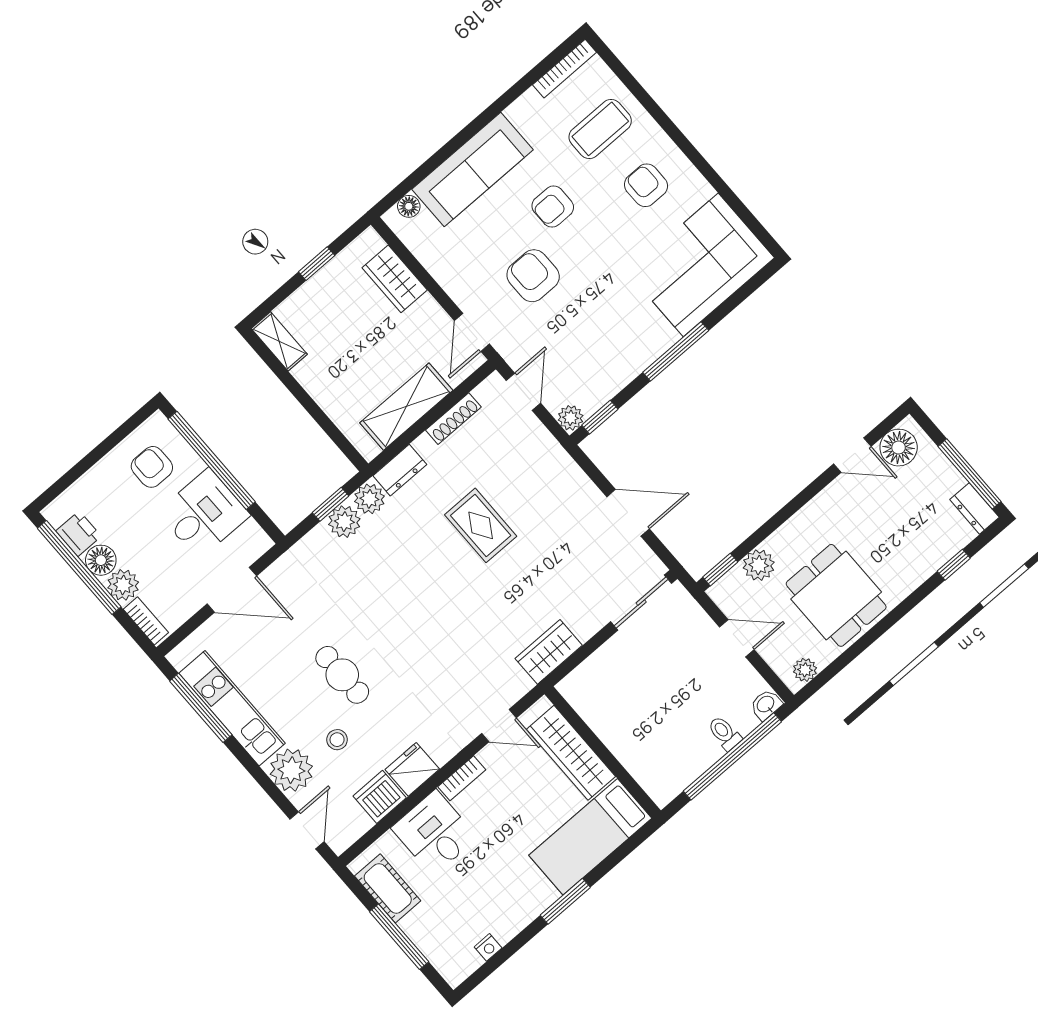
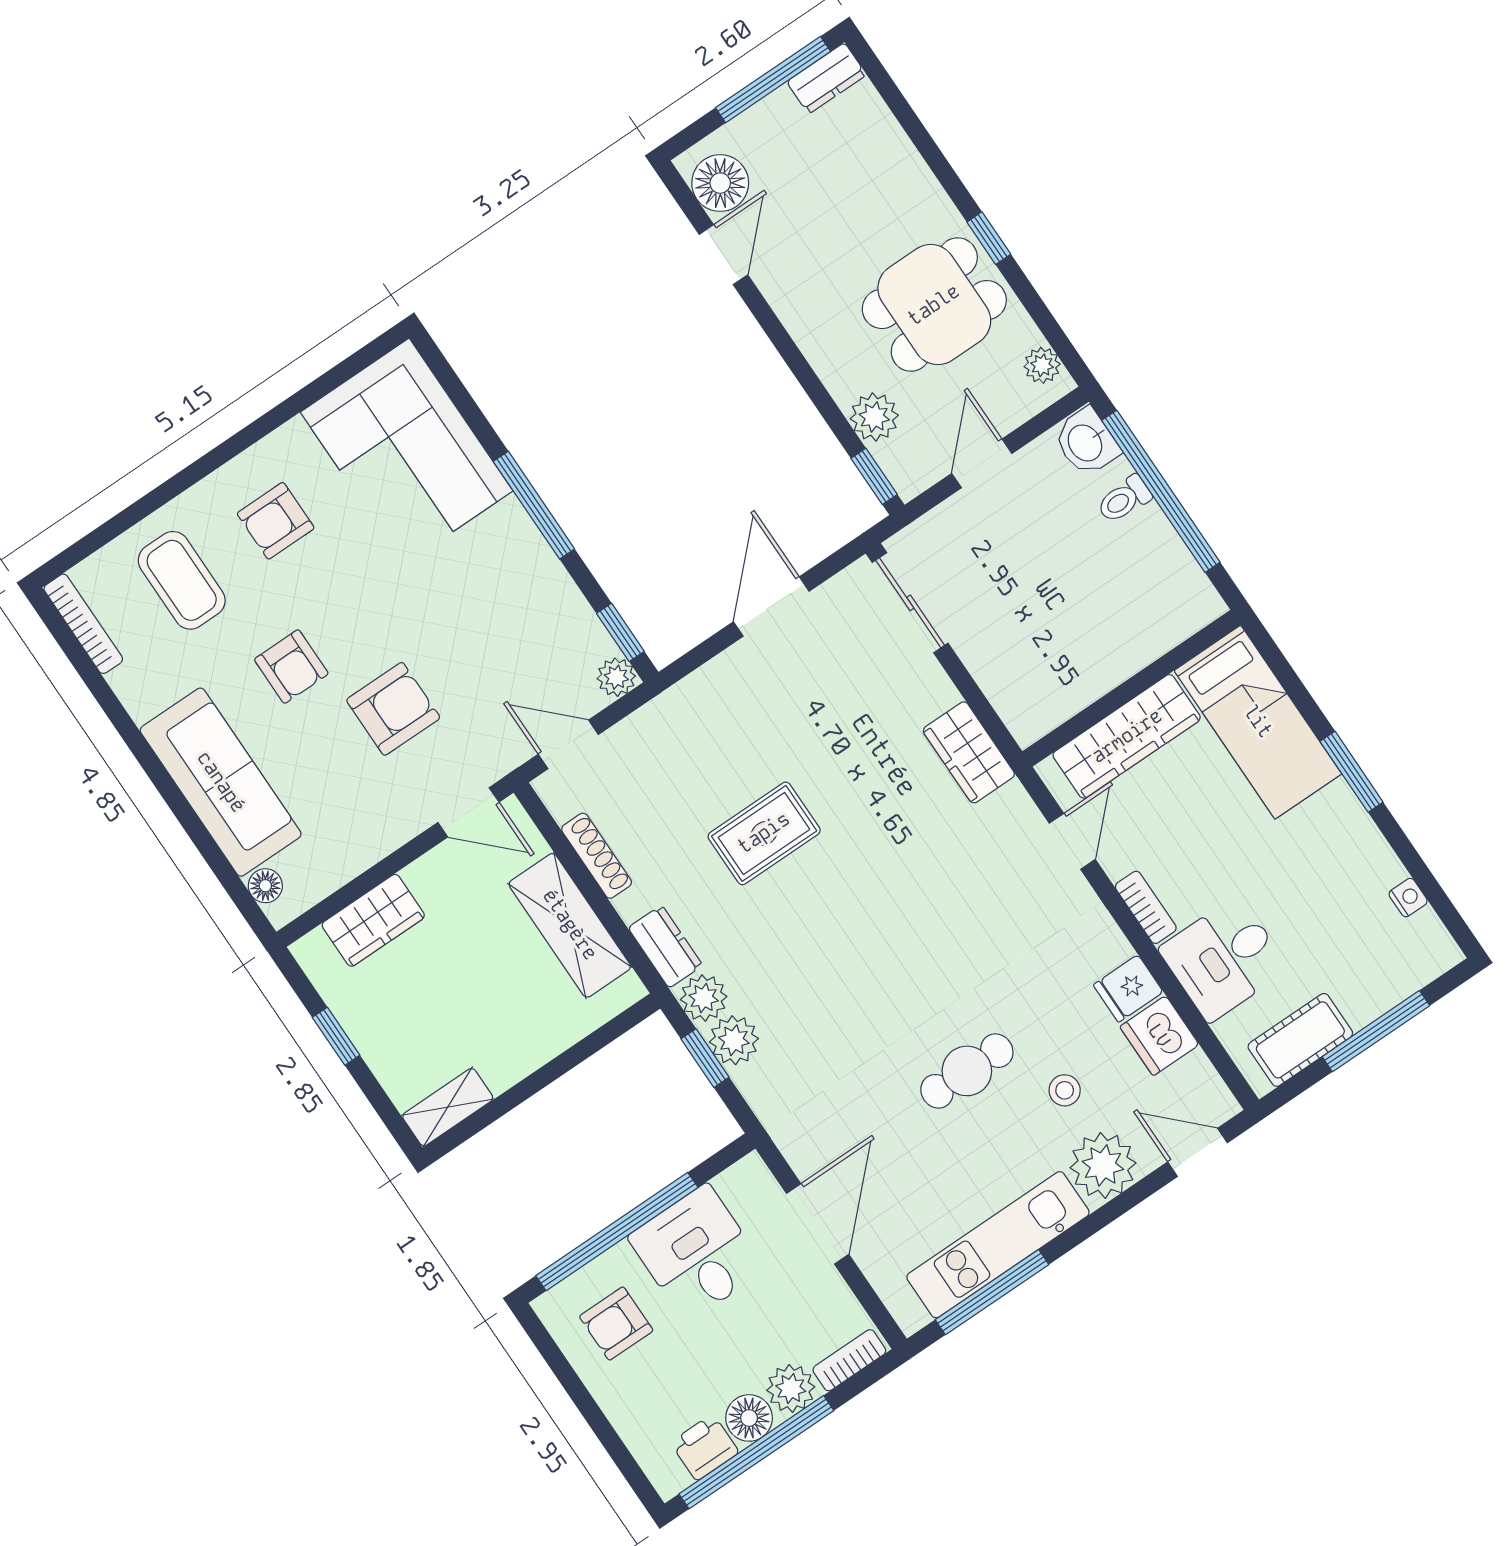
armchair: (533, 276) -> (393, 709), turned 180
window: (954, 565) -> (989, 238), moved
washbasin: (766, 705) -> (1086, 442), width x1.38, depth x1.45
fridge: (412, 769) -> (1128, 988), width x0.72

